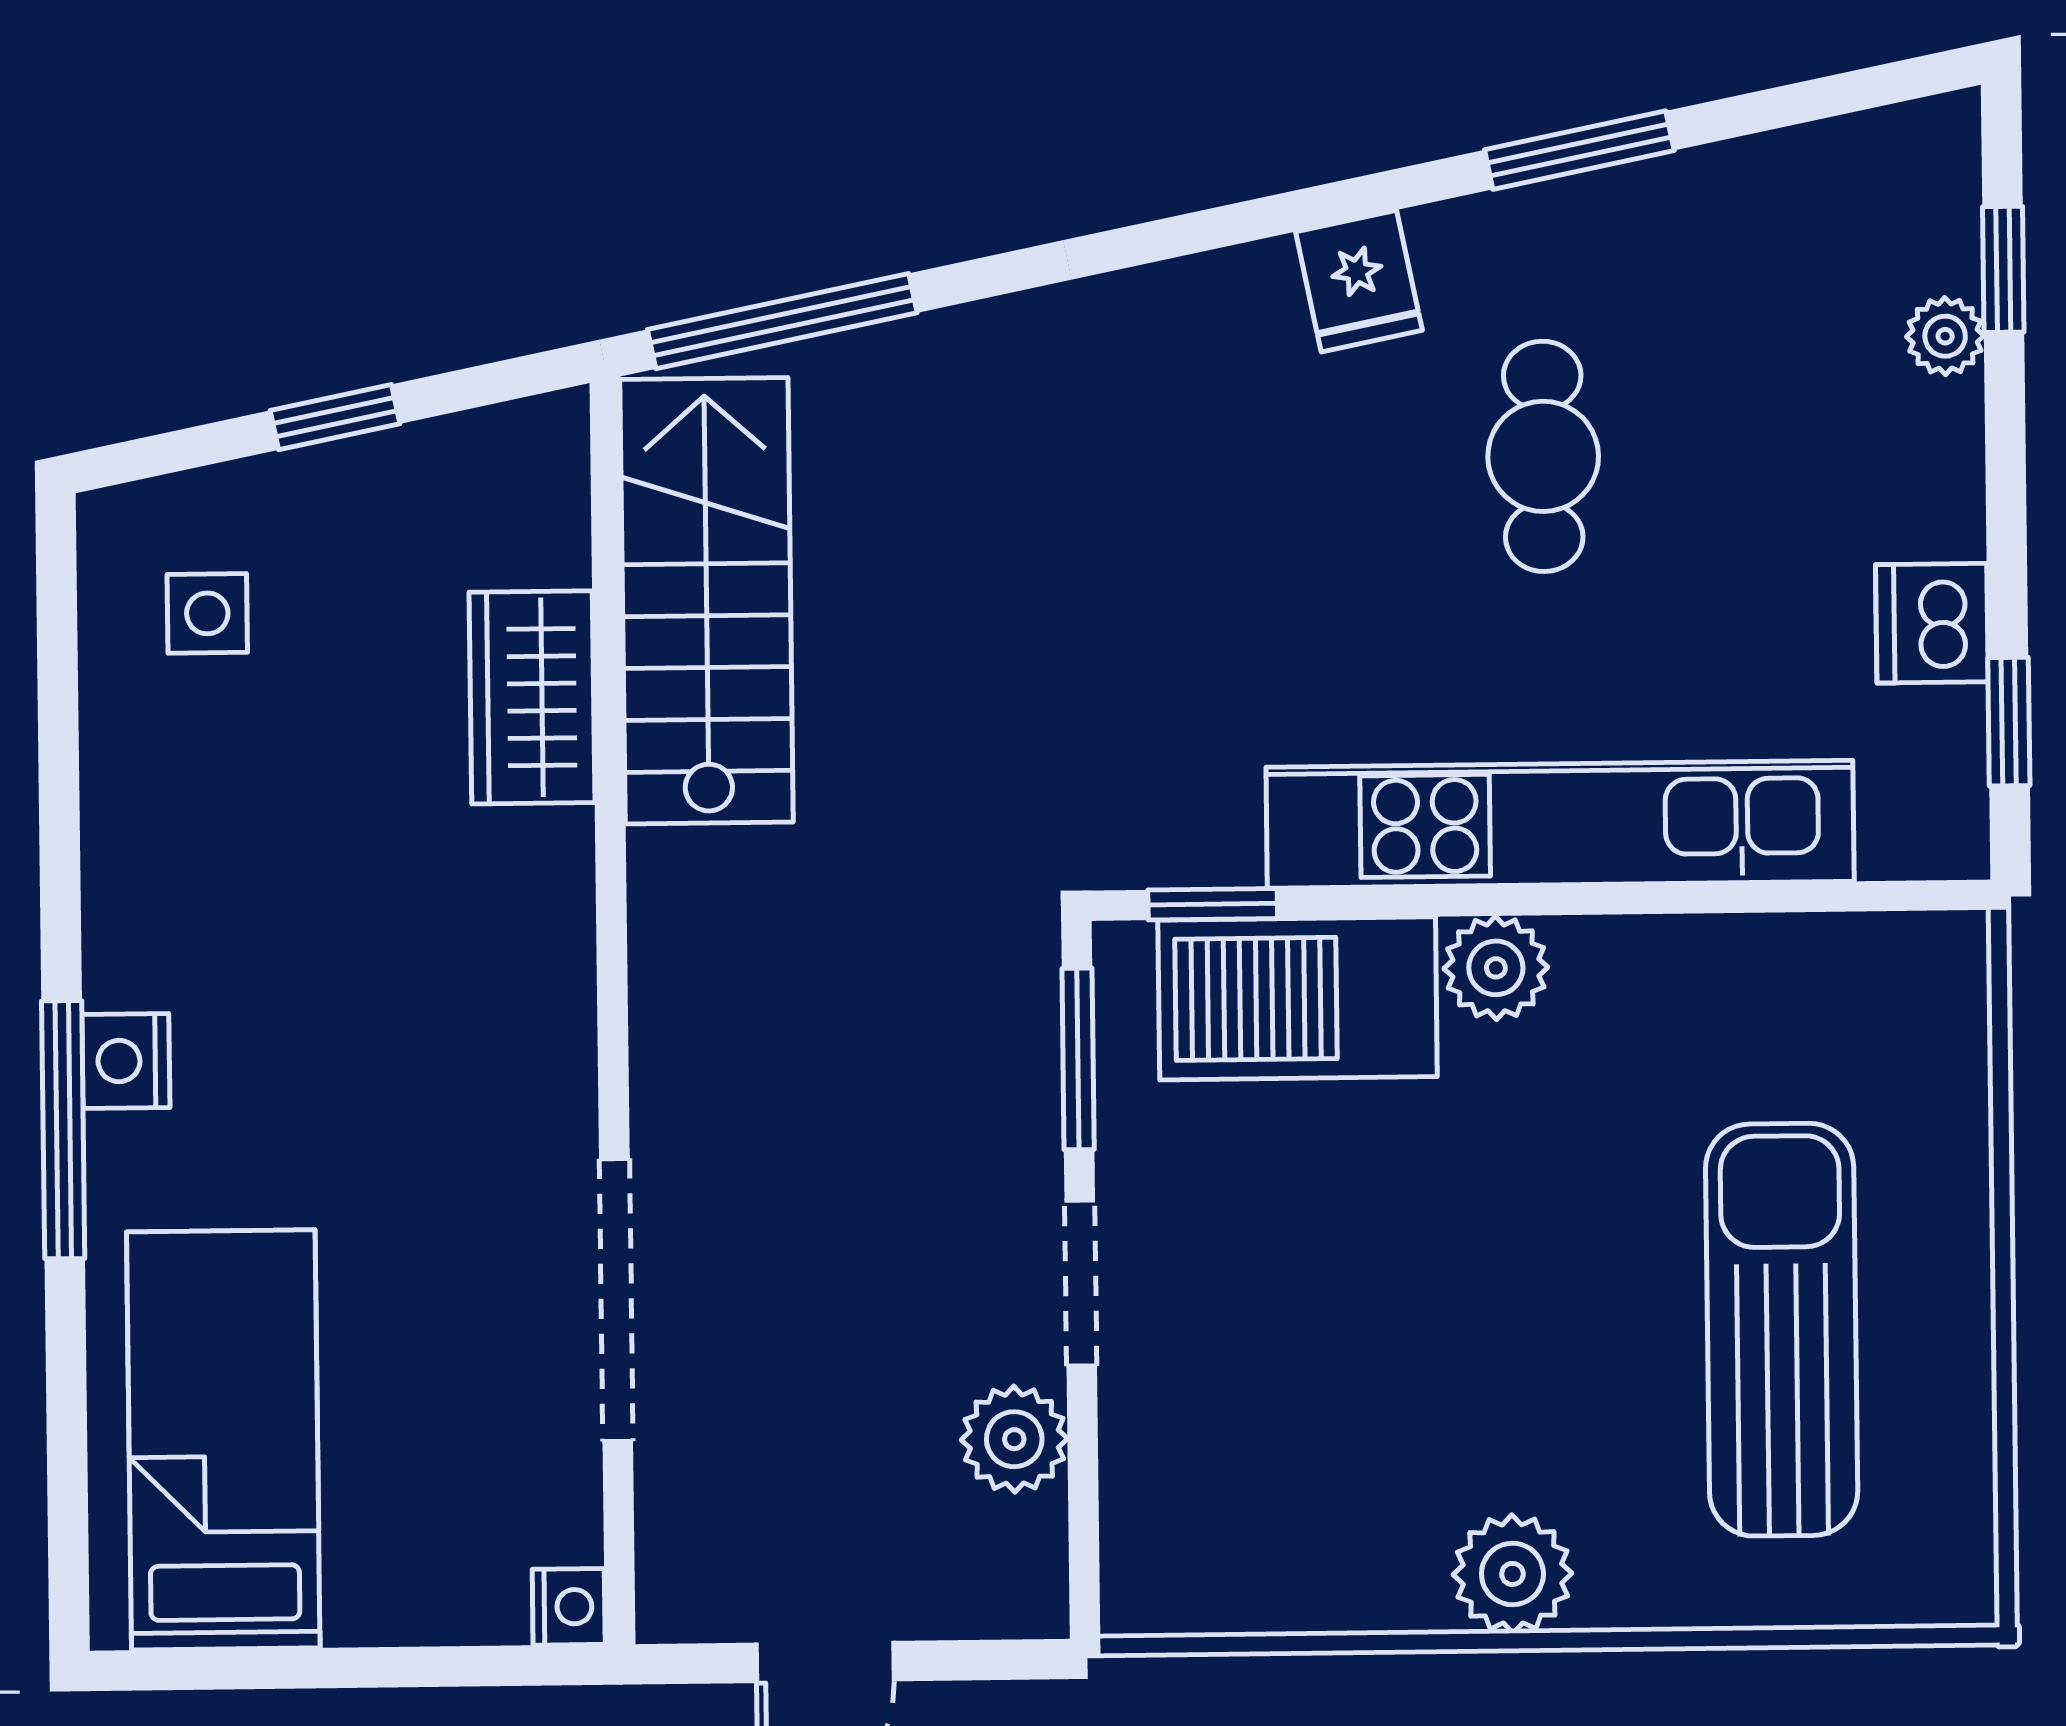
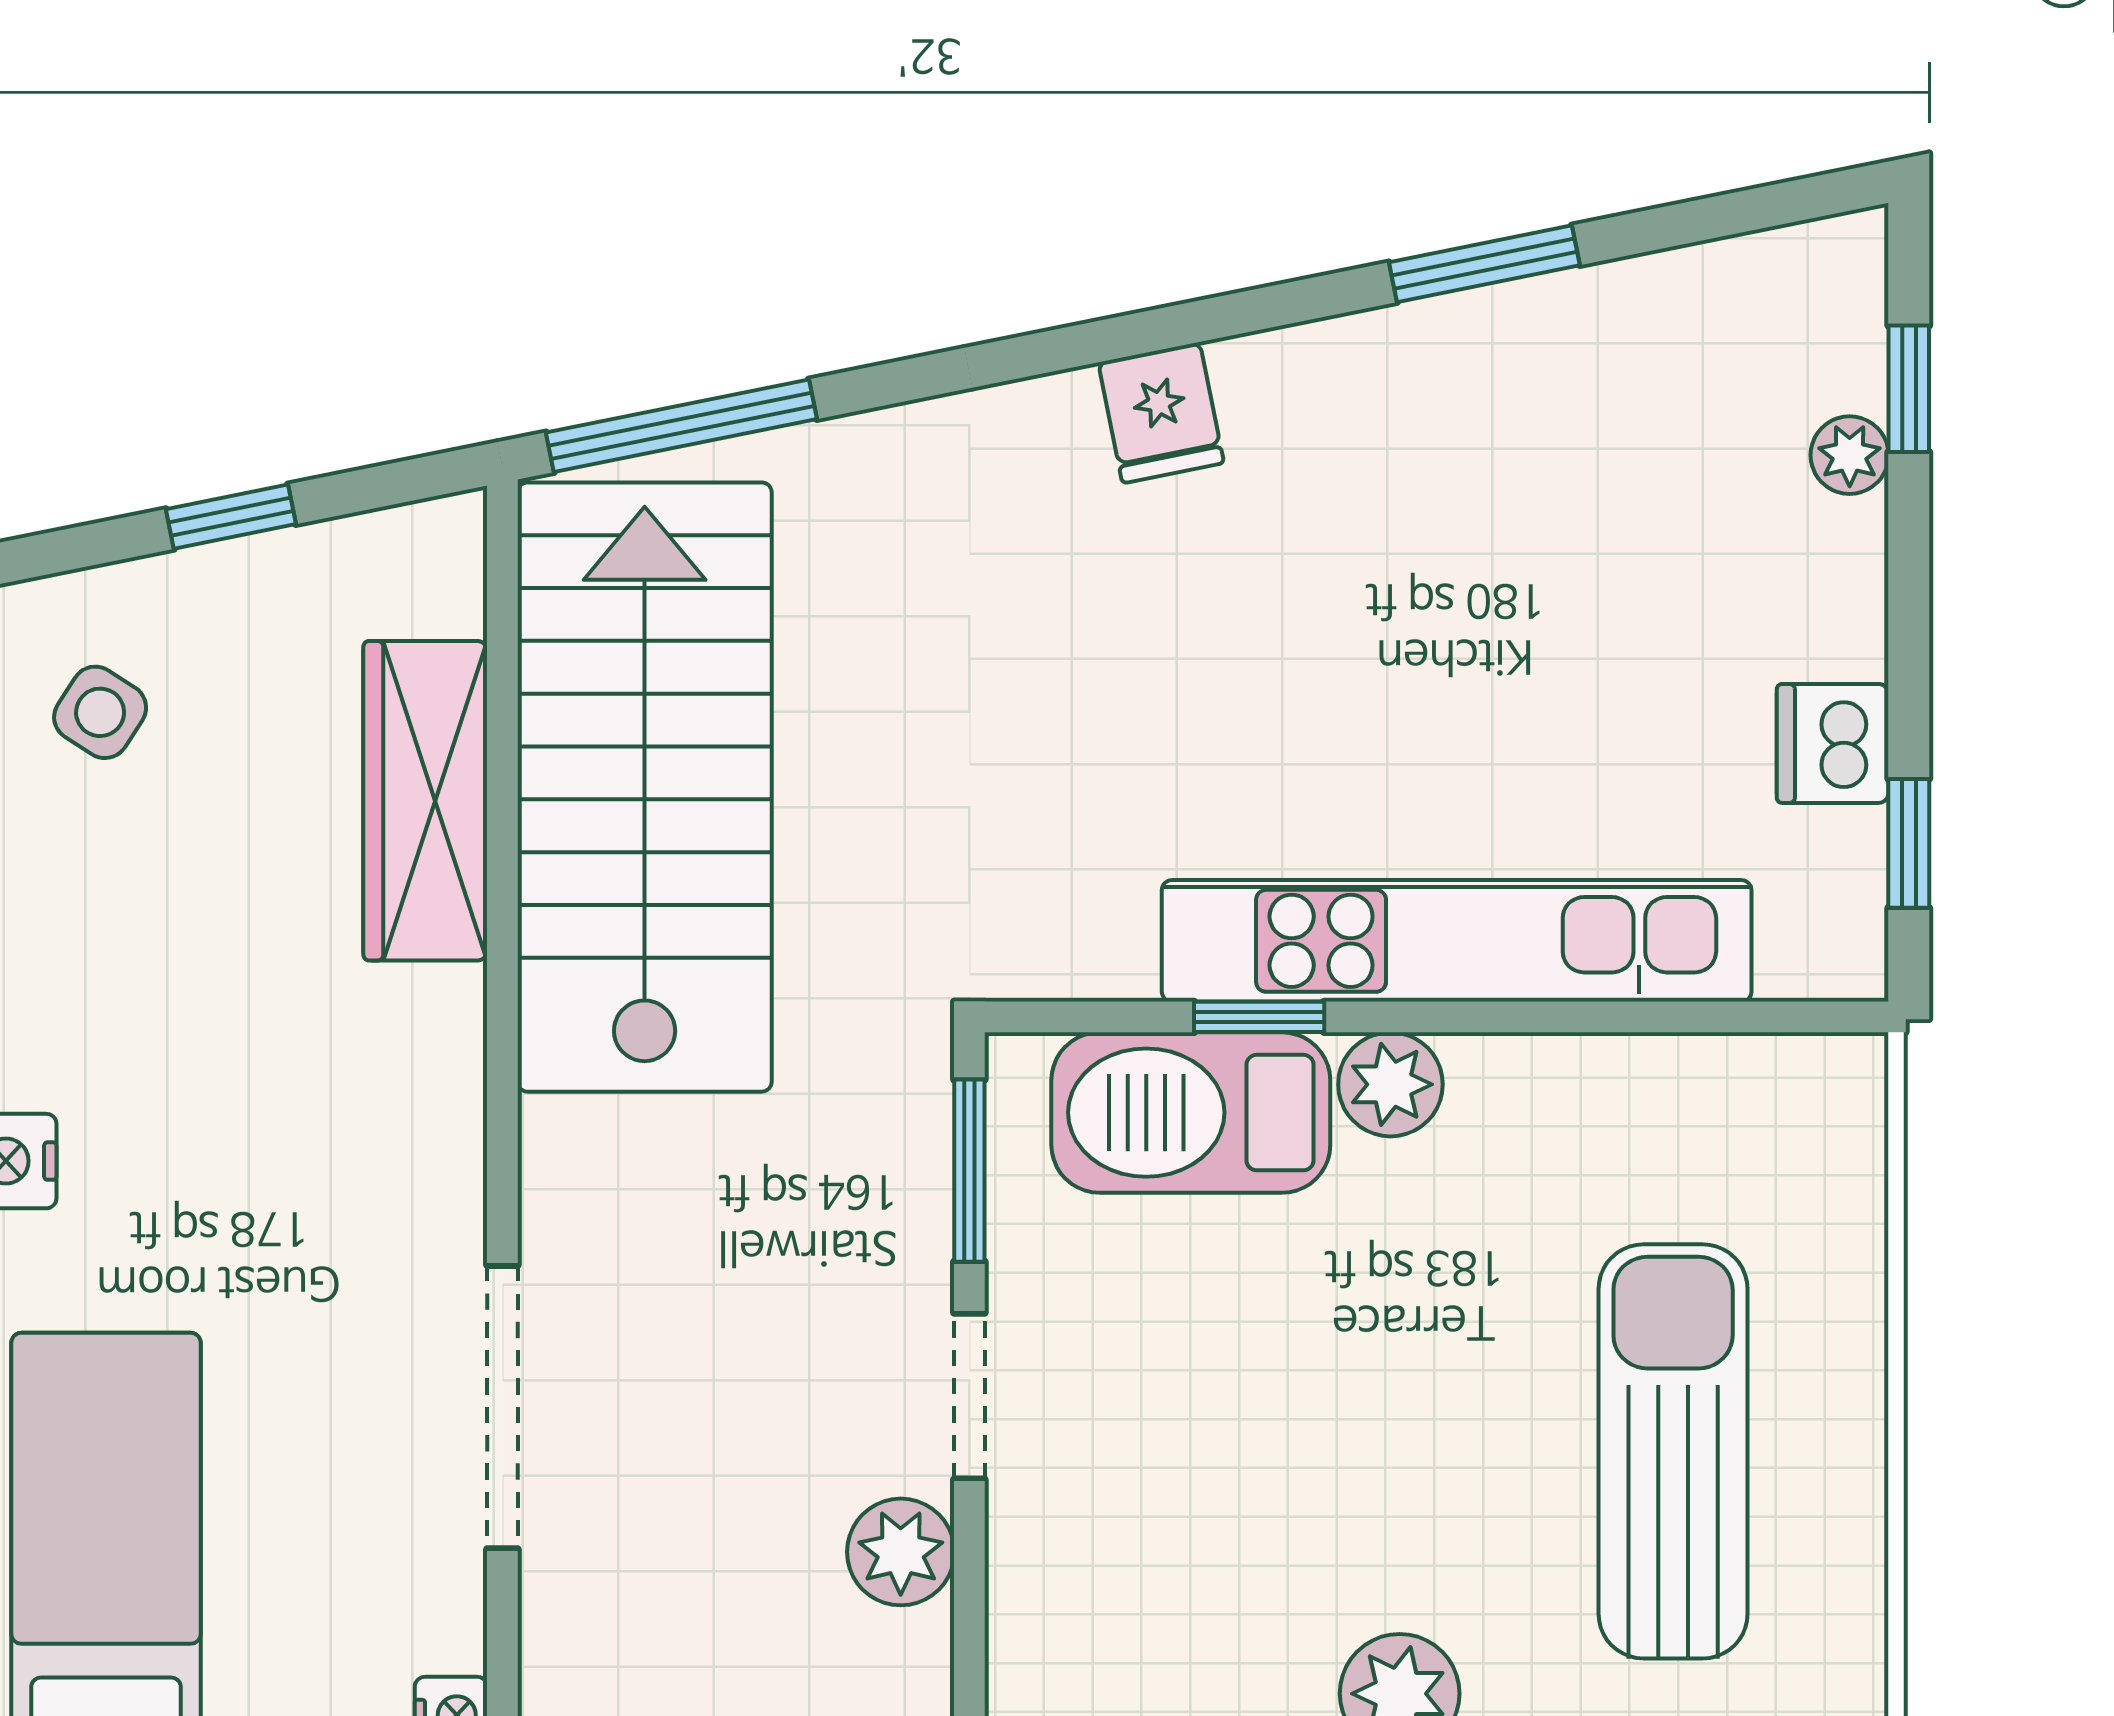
fridge: (1359, 281) -> (1161, 413), moved
cafe table: (1543, 456) -> (1444, 571), removed
stairs: (707, 601) -> (645, 787), width x1.36, depth x1.51
side table: (207, 613) -> (100, 712), turned 33
wardrobe: (532, 697) -> (425, 801), width x1.50
window: (1213, 904) -> (1259, 1017), moved

